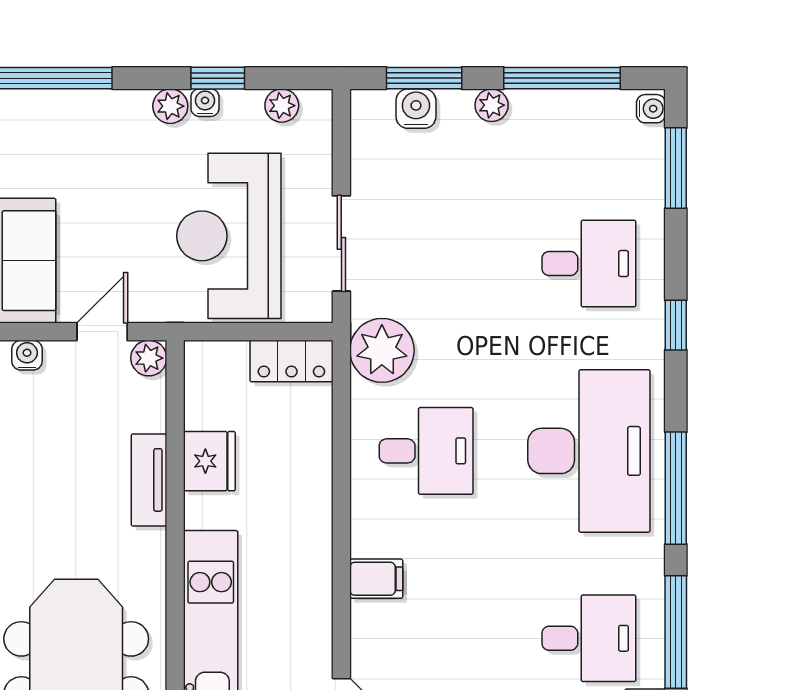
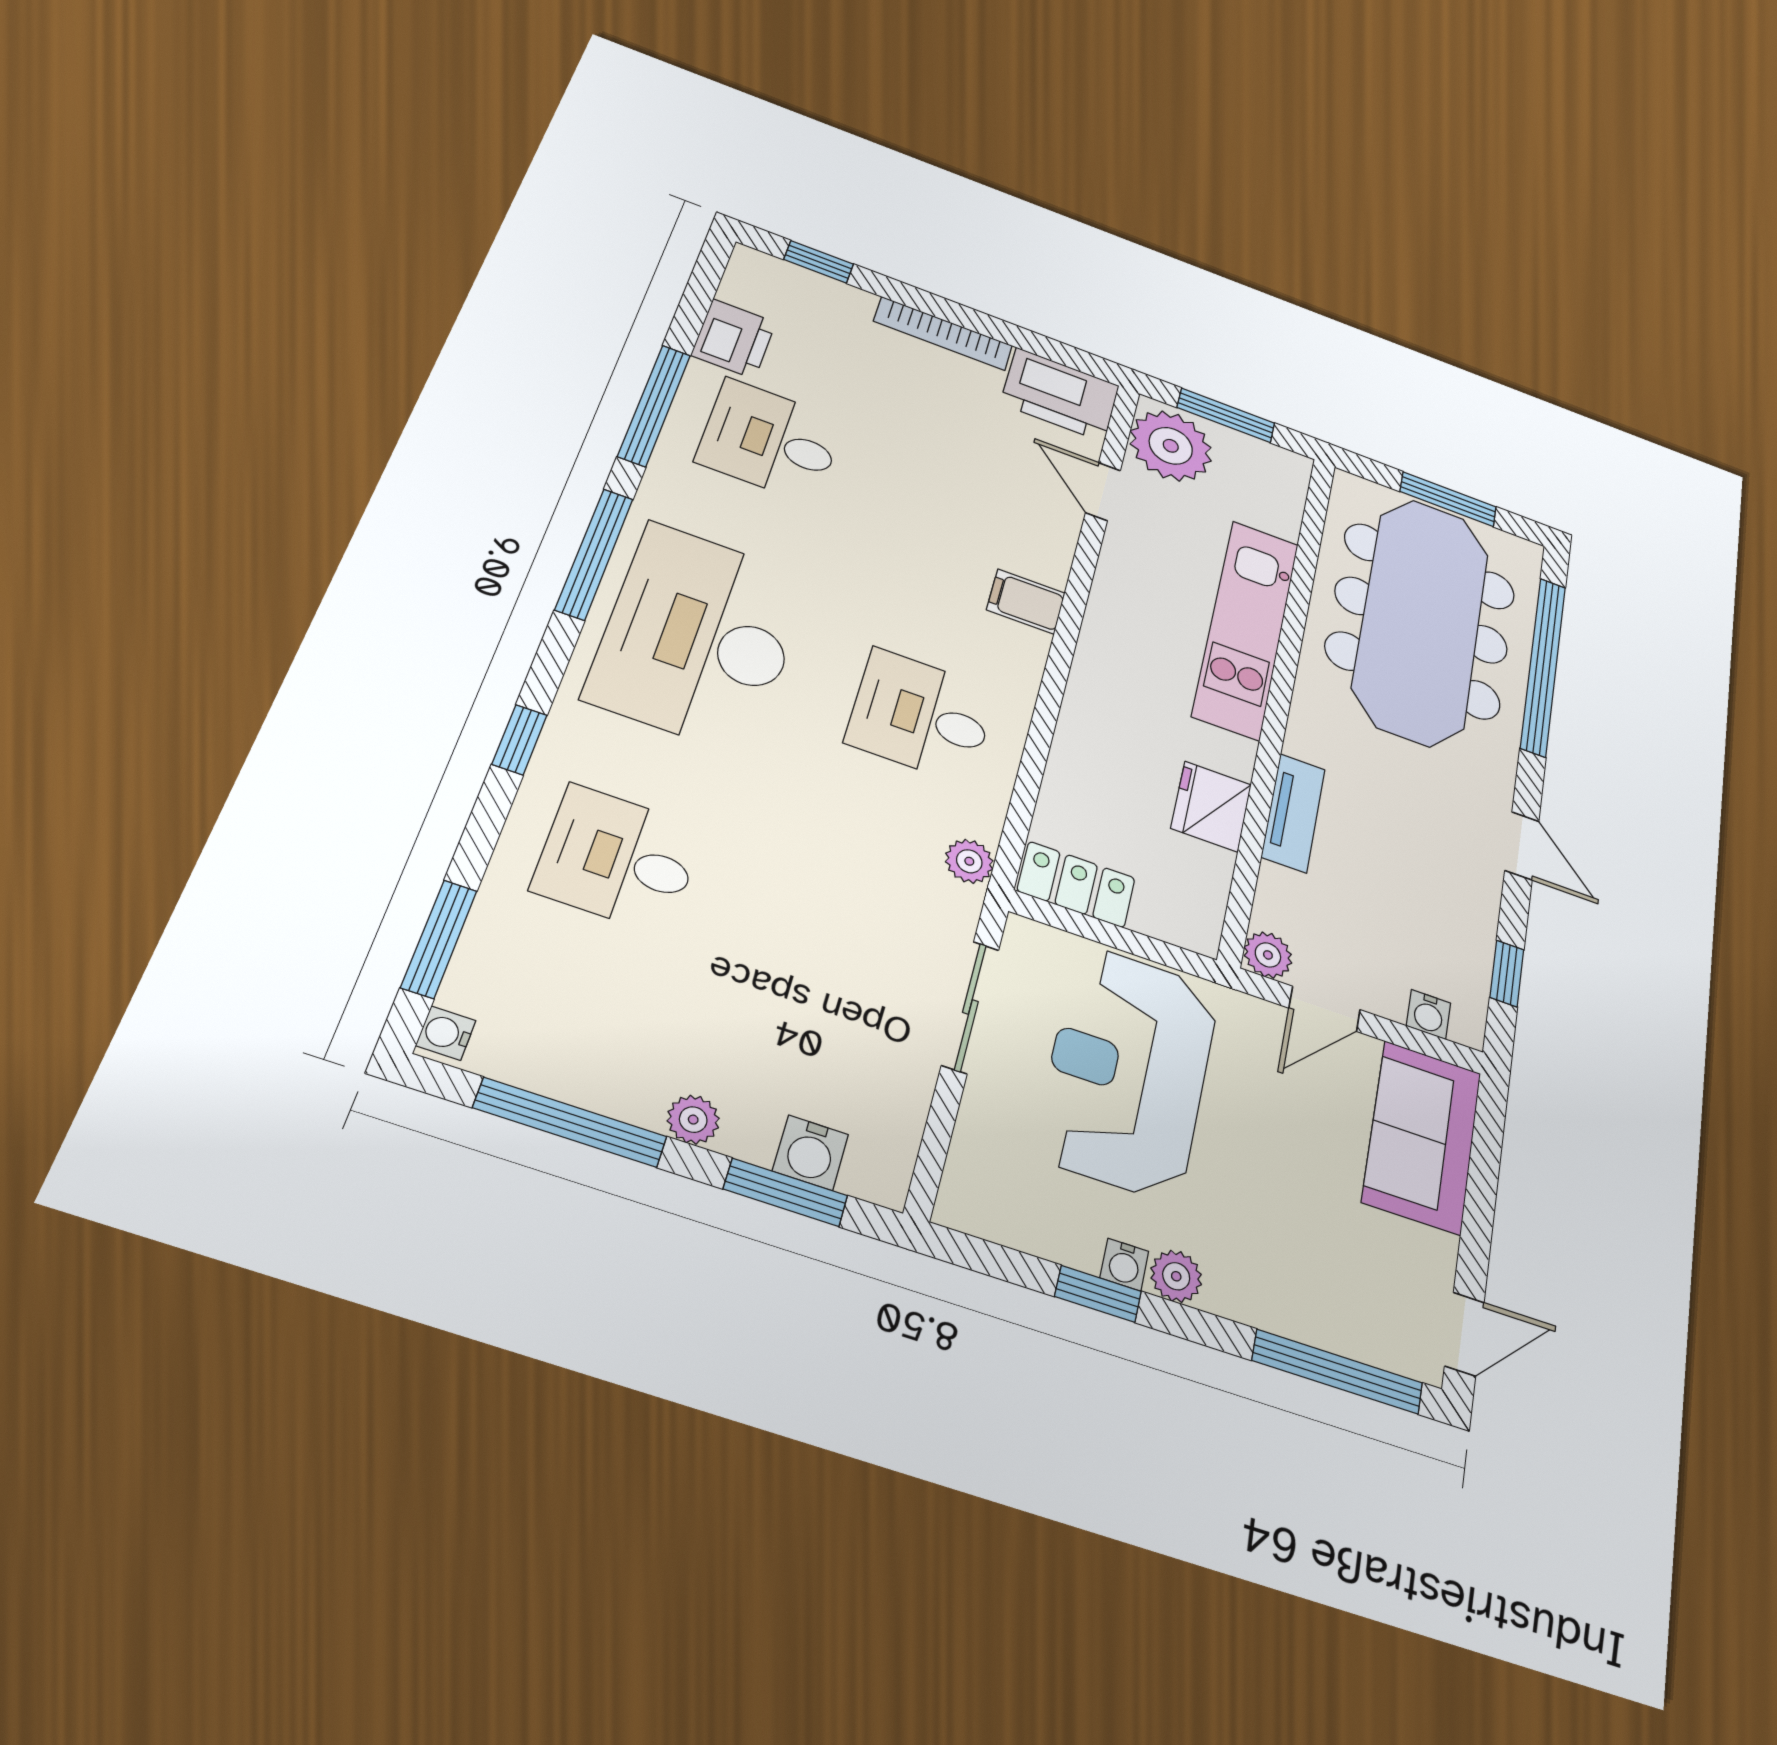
plant: (282, 106) -> (1011, 1223), removed
reception desk: (229, 236) -> (1128, 1071), turned 180
plant: (382, 350) -> (969, 861), width x0.53, depth x0.53

